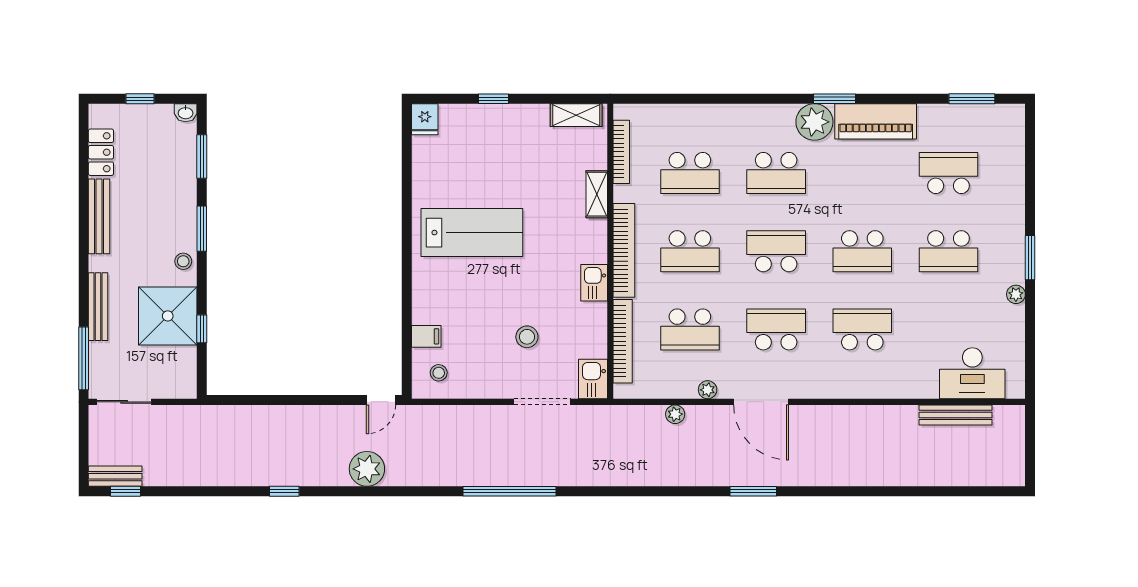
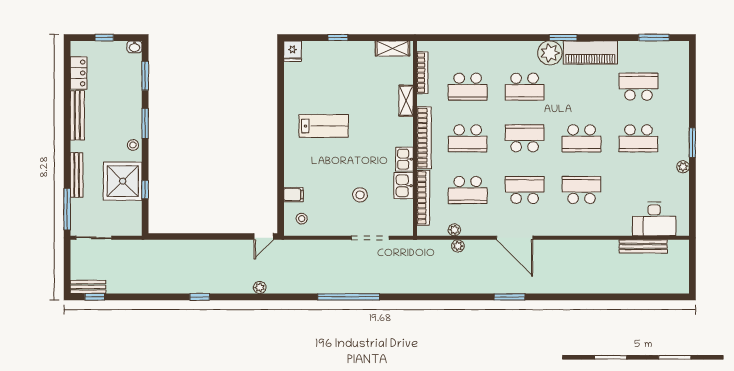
lab bench: (472, 233) -> (324, 126), width x0.73, depth x0.72
kitchen sink: (593, 379) -> (404, 186), moved
plant: (708, 390) -> (454, 230), moved
plant: (367, 469) -> (260, 287), width x0.53, depth x0.53

